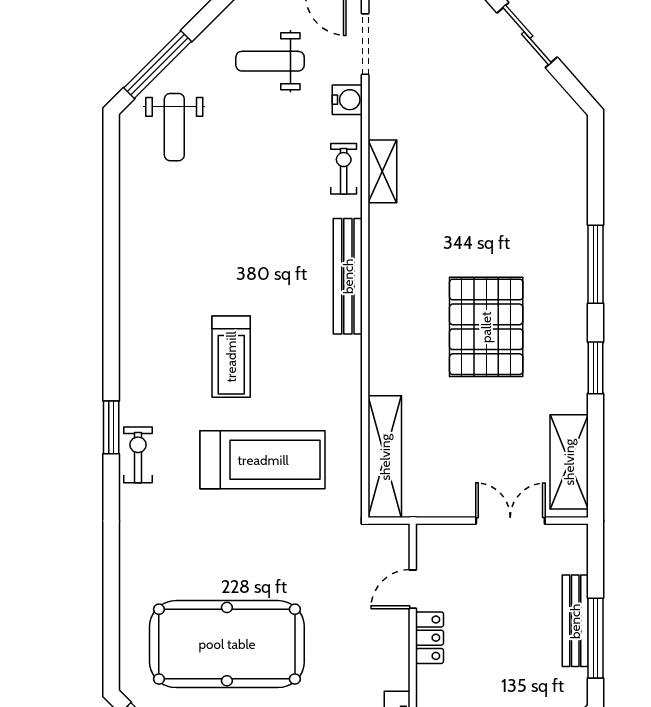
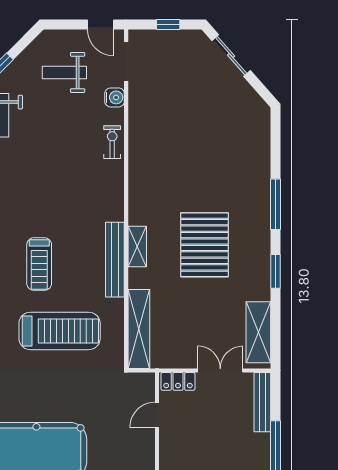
shelving: (382, 171) -> (137, 246), moved
bench: (348, 276) -> (115, 260), moved
bench: (575, 621) -> (262, 402), moved
locker: (430, 638) -> (178, 381), moved, turned 90

